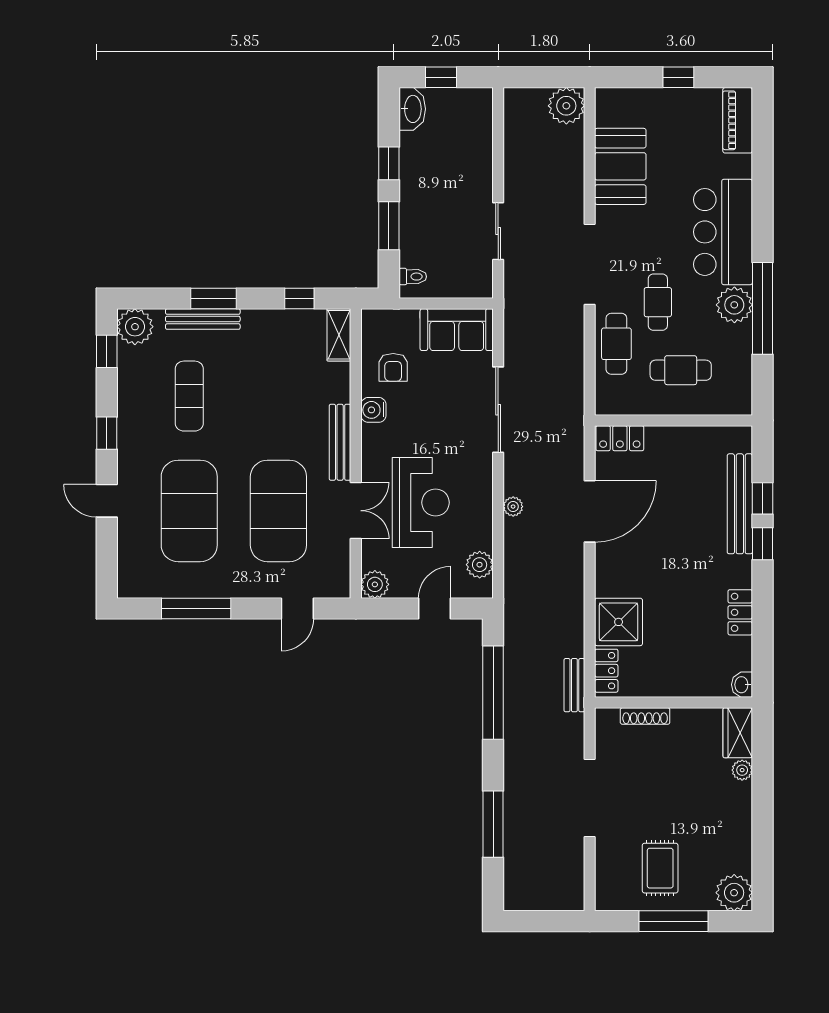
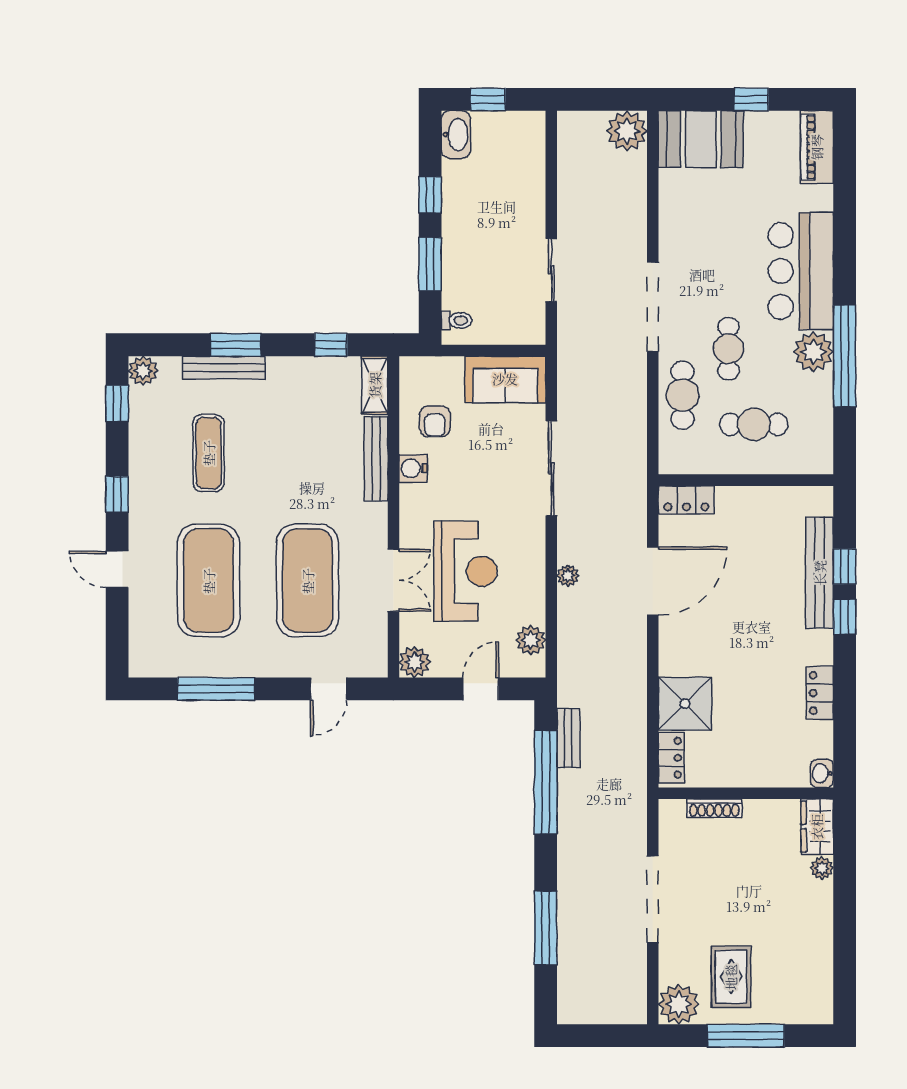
booth: (620, 166) -> (701, 139), moved, turned 90
plant: (135, 327) -> (143, 371), width x0.73, depth x0.73
bench: (340, 442) -> (376, 459), moved
bench: (574, 685) -> (568, 738), moved
plant: (734, 893) -> (679, 1004), moved

